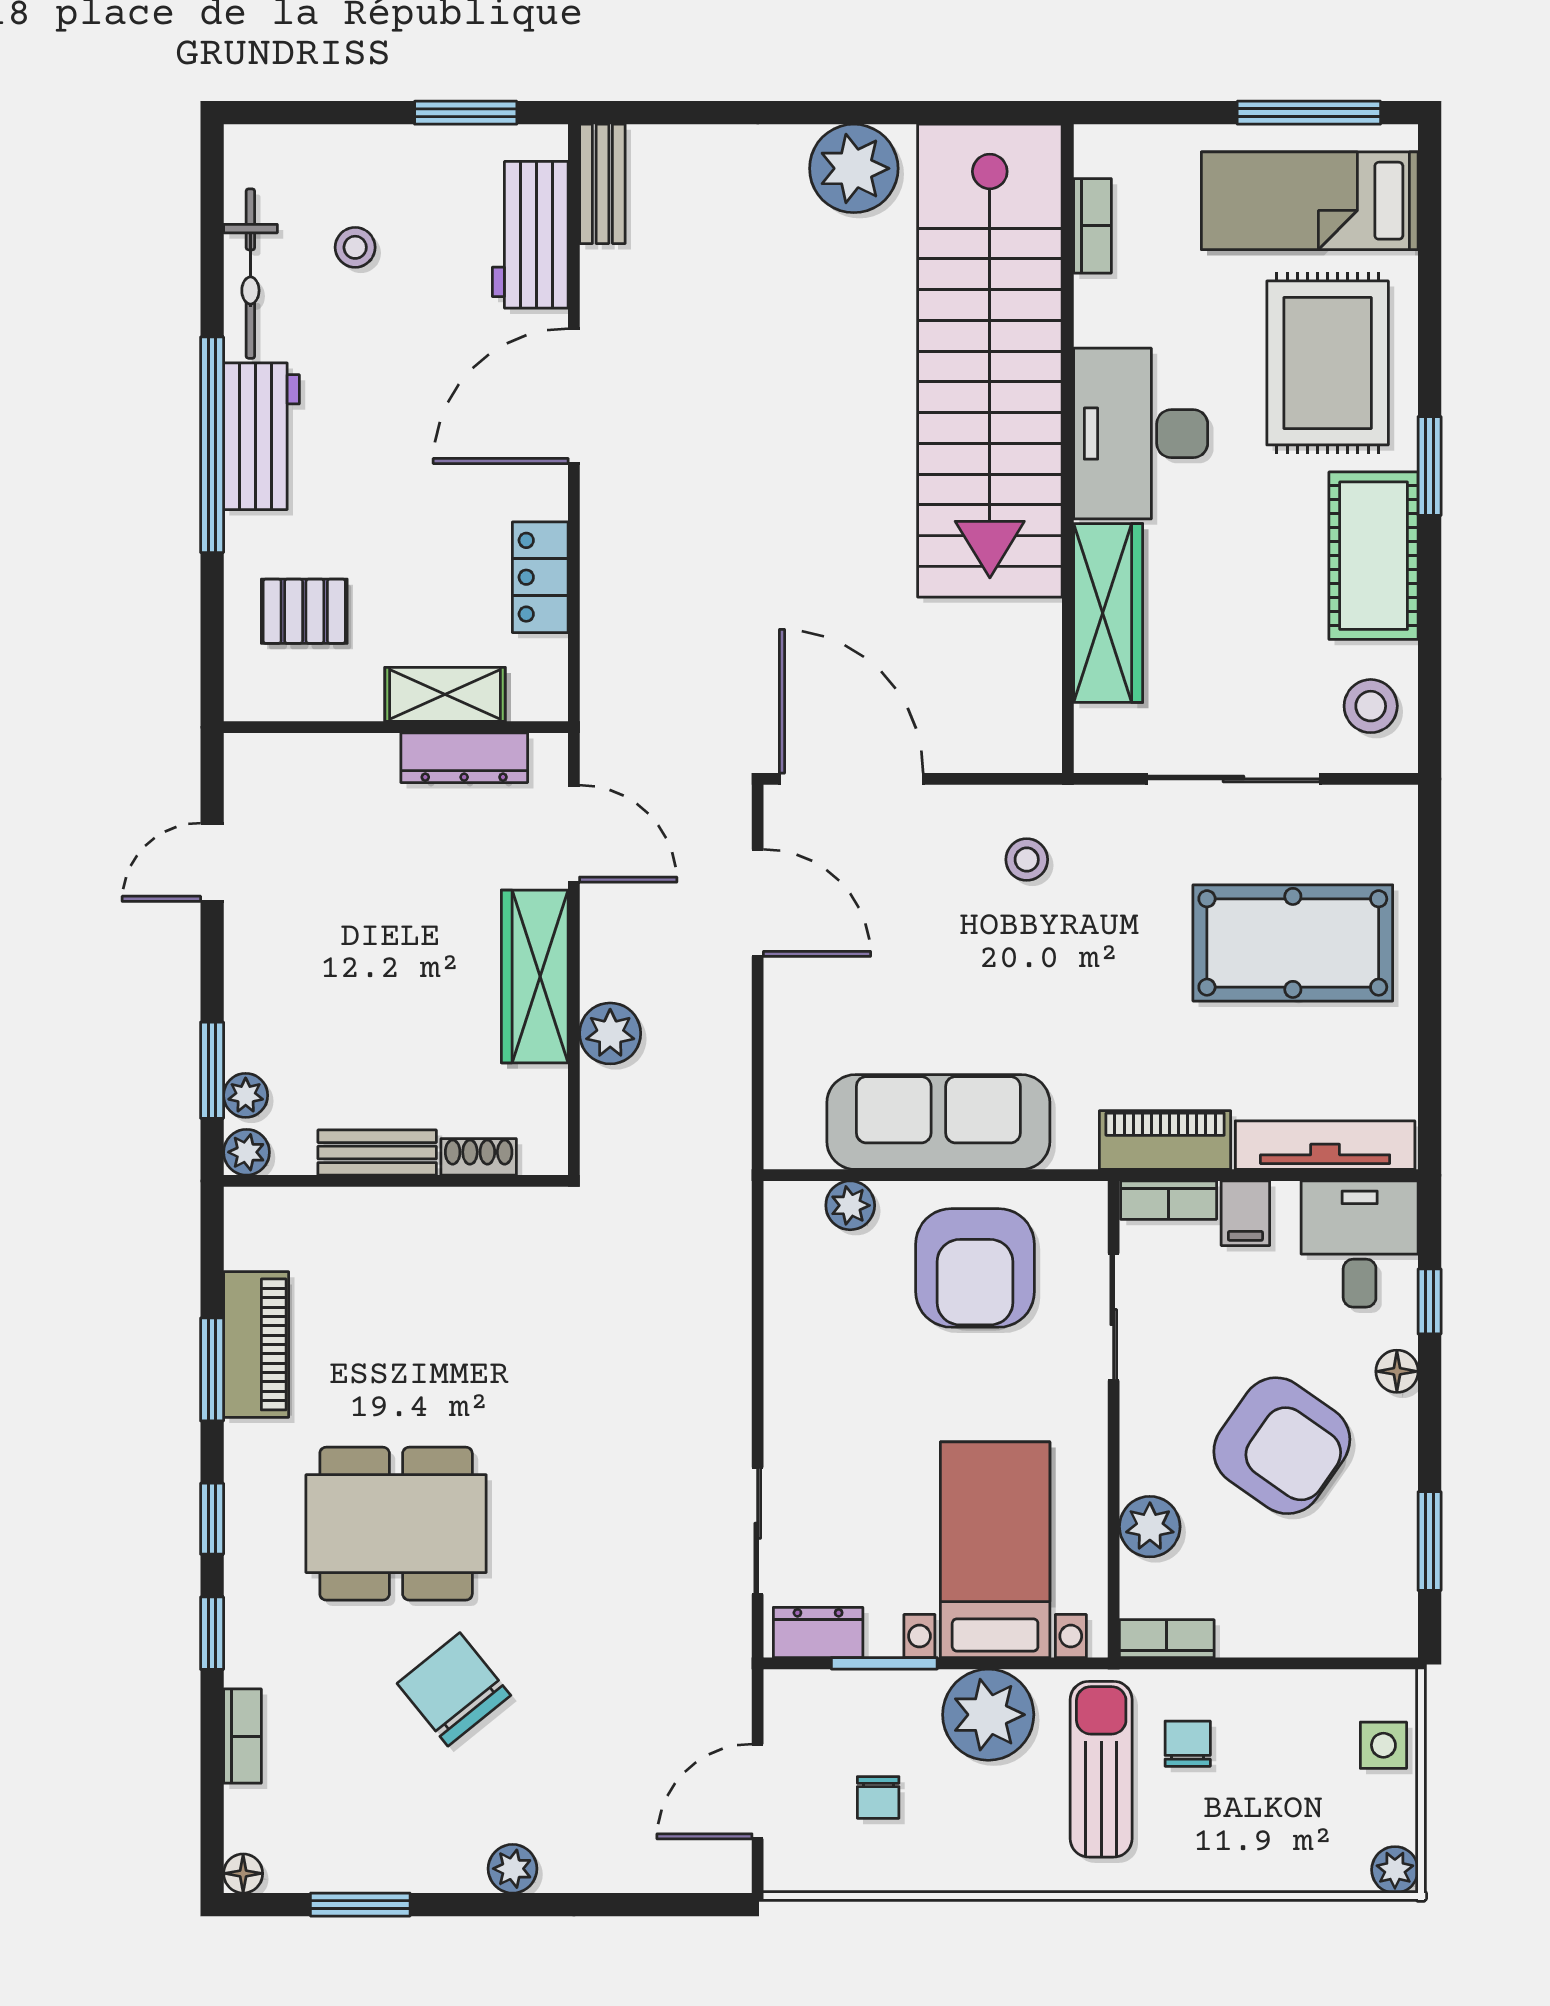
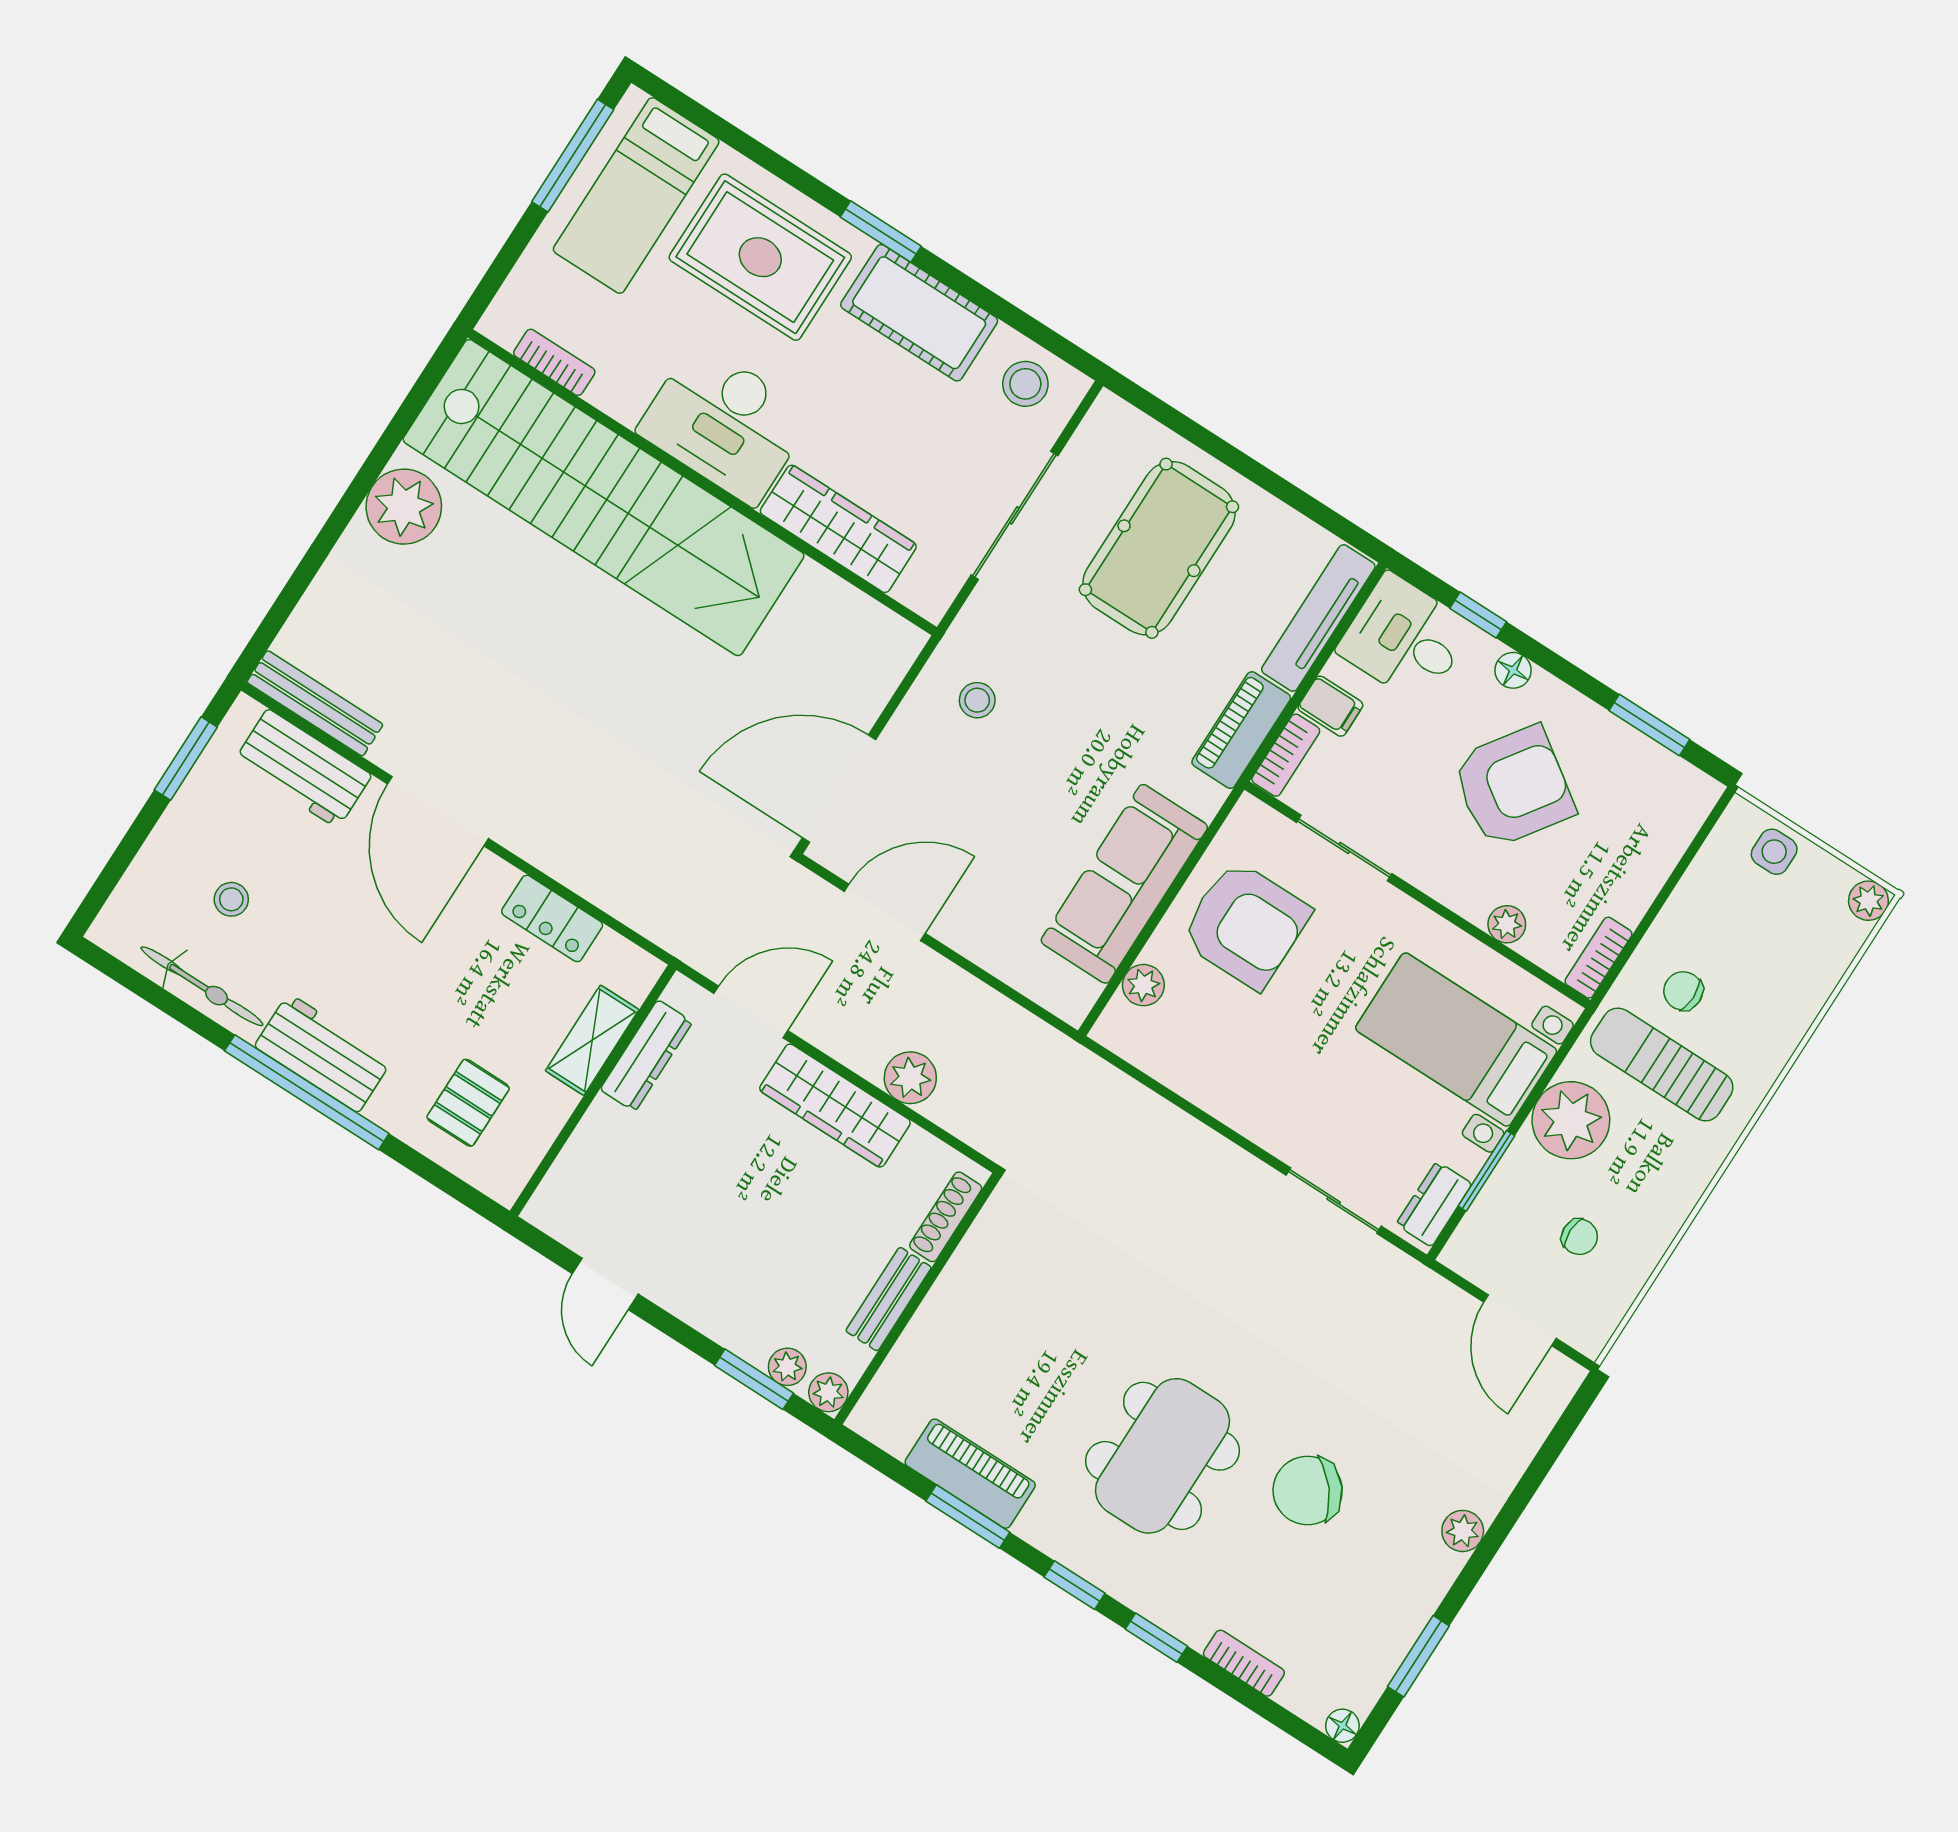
bench: (602, 184) -> (315, 703), width x1.36
shoe rack: (479, 1157) -> (946, 1217), width x1.43
plant: (1150, 1527) -> (1507, 924), width x0.73, depth x0.73

